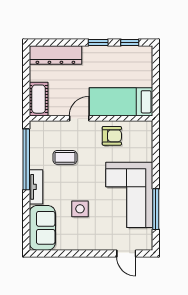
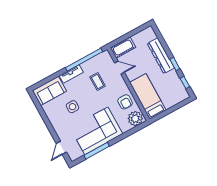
dresser: (55, 55) -> (161, 56), moved
door: (79, 118) -> (119, 68), moved
plant: (141, 134) -> (135, 119), added

